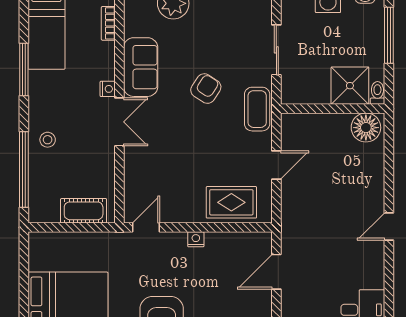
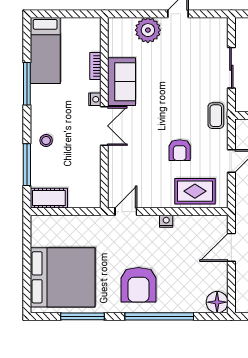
bookcase: (108, 23) -> (95, 66), moved
armchair: (206, 89) -> (180, 150), moved, turned 147
coffee table: (257, 109) -> (216, 116), width x0.73, depth x0.77
window: (24, 170) -> (27, 165), width x0.68
cot: (84, 211) -> (49, 198), moved

